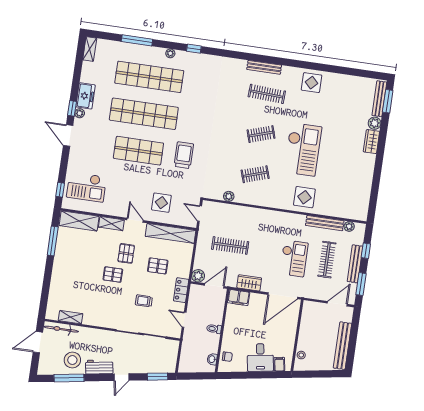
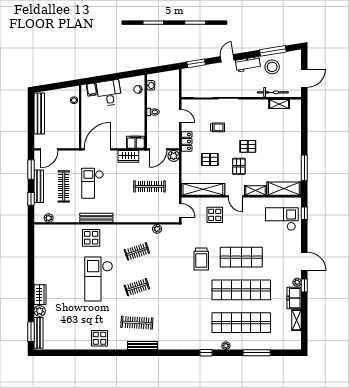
shelving: (90, 49) -> (297, 320), moved
bench: (325, 223) -> (96, 218), moved
bicycle: (61, 329) -> (273, 92), moved

